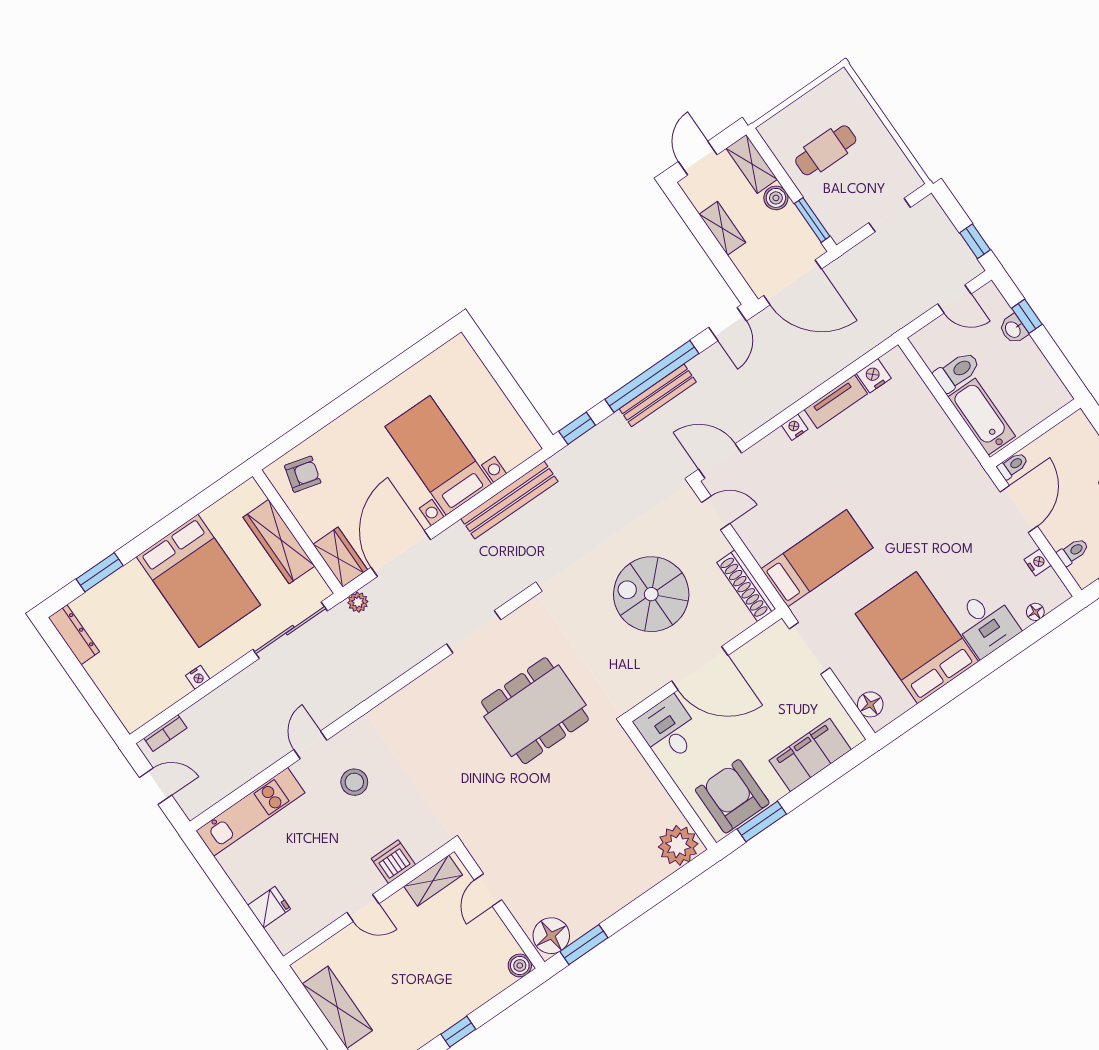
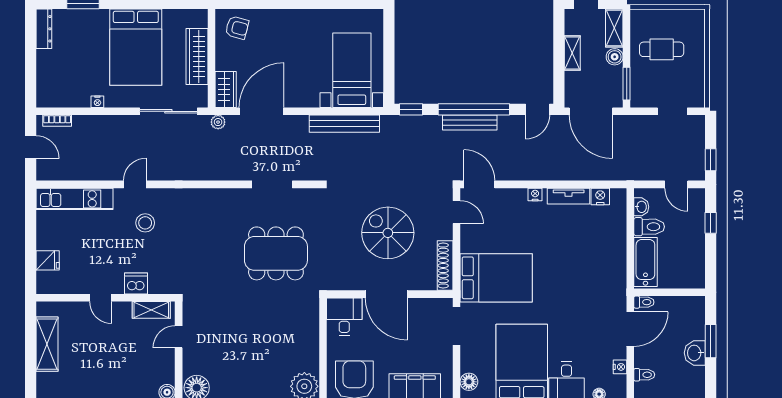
washbasin: (1013, 329) -> (641, 207), moved, turned 180
bed with nightstands: (438, 455) -> (352, 70), moved
bed: (817, 558) -> (496, 278), width x1.50

